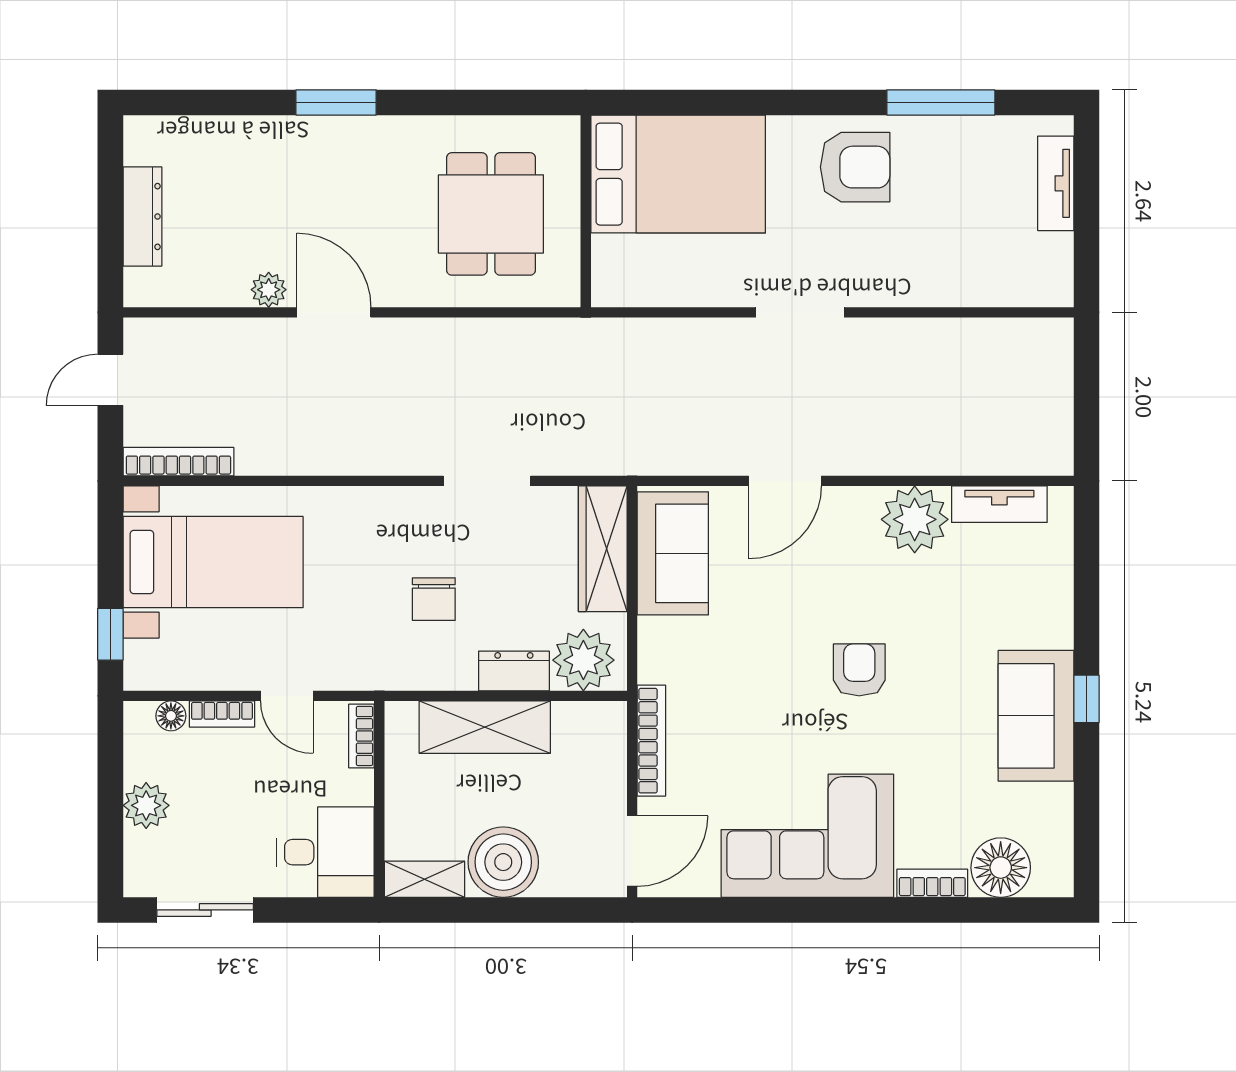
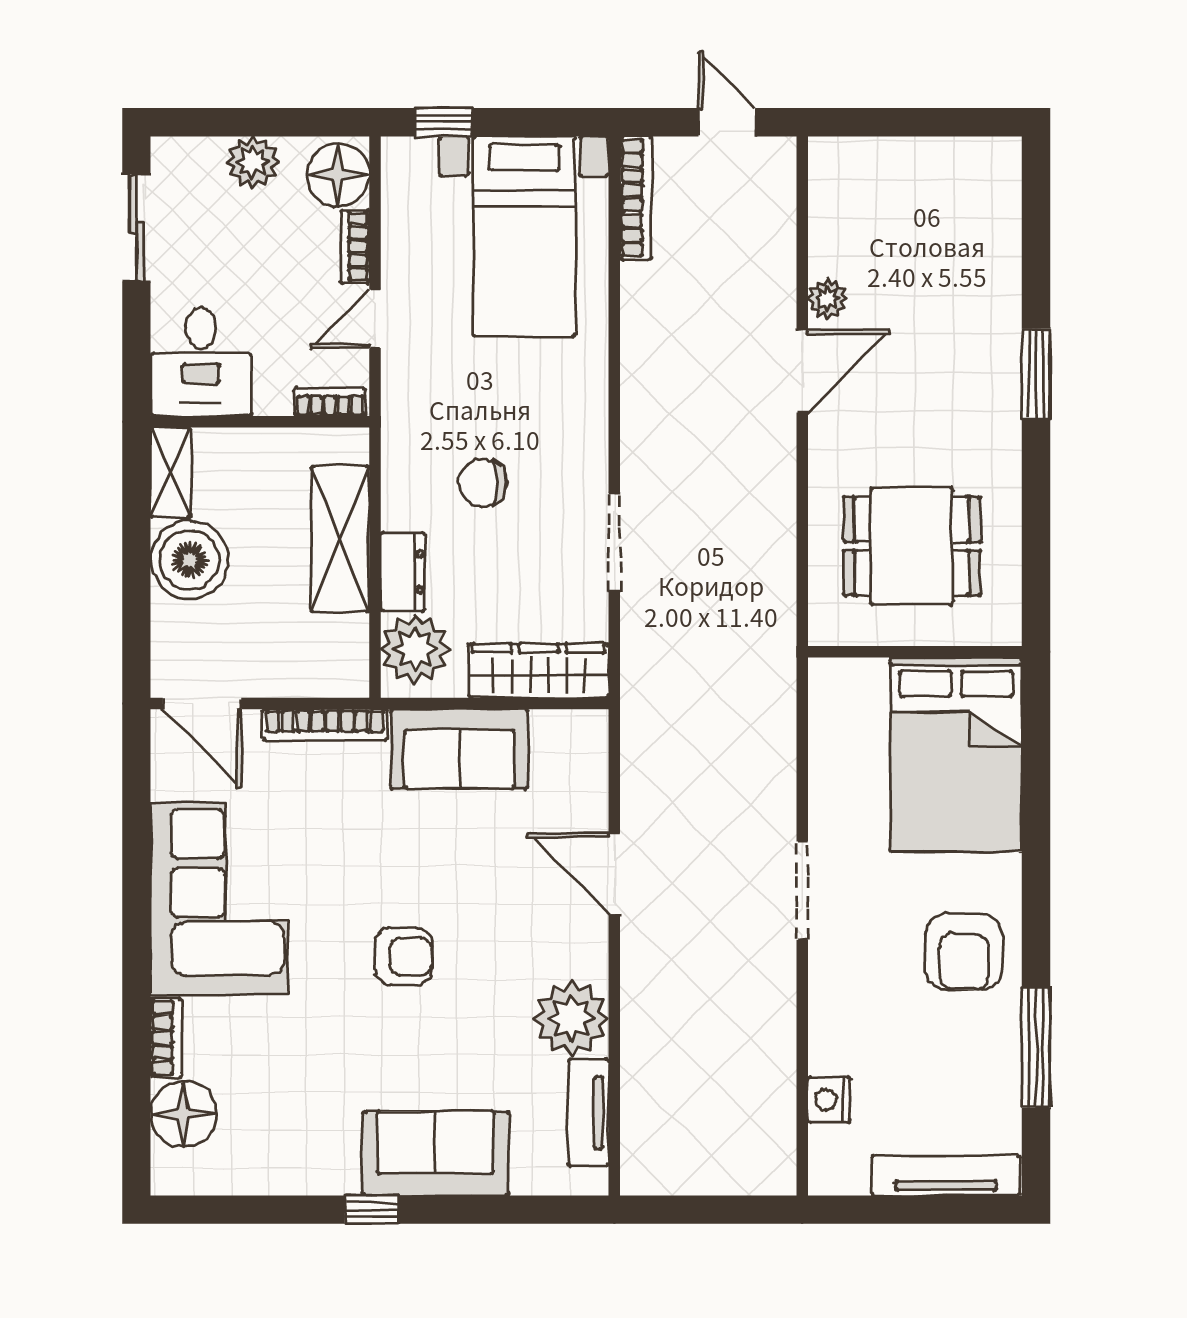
tv unit: (1056, 183) -> (946, 1175), width x1.41
dresser: (142, 216) -> (909, 158), removed
nightstand: (988, 288) -> (829, 1100), added
sofa: (673, 553) -> (459, 749), moved
floor lamp: (171, 716) -> (338, 175), width x1.89, depth x1.89
sofa: (1036, 716) -> (436, 1153), moved

